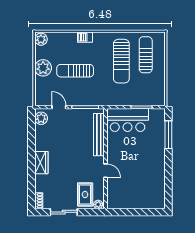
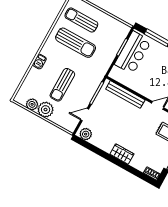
plant: (41, 39) -> (32, 104), moved
bar counter: (128, 120) -> (133, 53), moved

